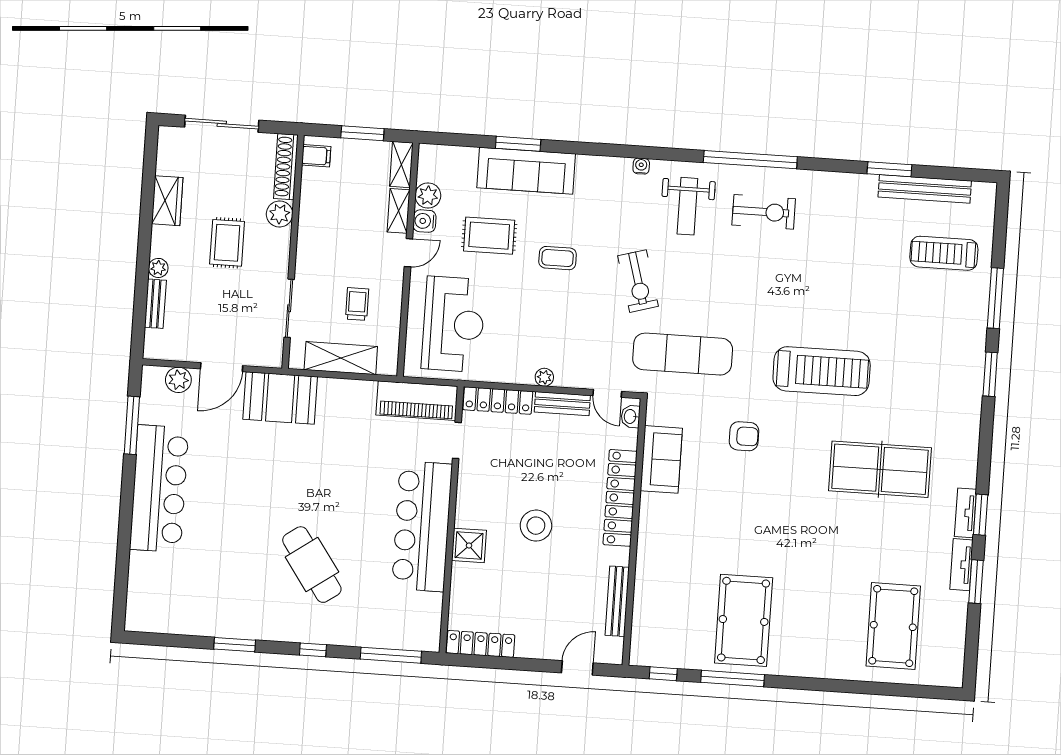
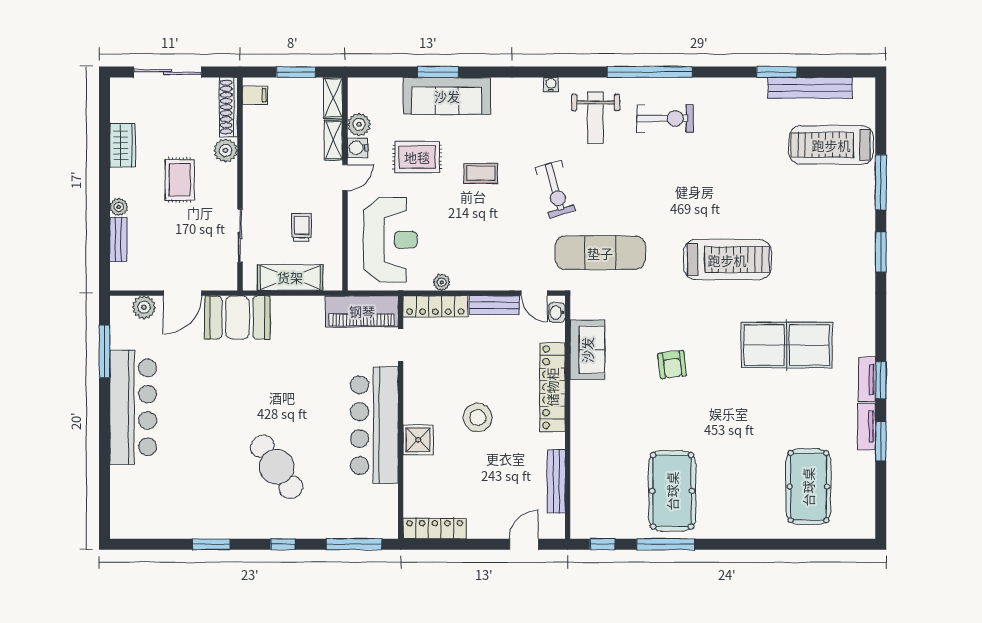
treadmill: (944, 253) -> (831, 145), width x1.37, depth x1.38
plant: (544, 377) -> (442, 282), moved
armchair: (744, 436) -> (672, 365), moved, turned 83

